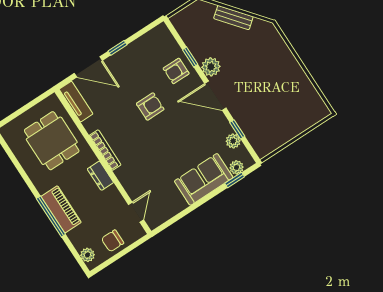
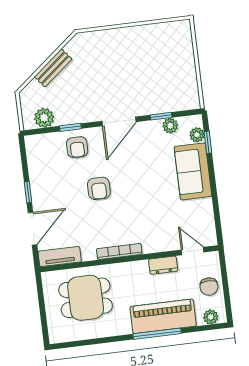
plant: (211, 67) -> (44, 118), moved
armchair: (150, 106) -> (99, 188), turned 180
dresser: (100, 176) -> (163, 265), moved
piano: (61, 209) -> (163, 316), width x1.37, depth x1.33

